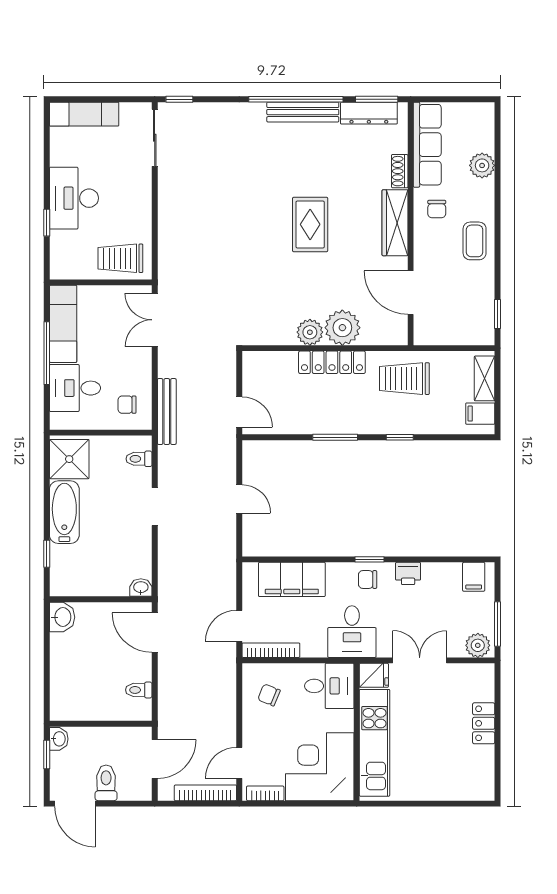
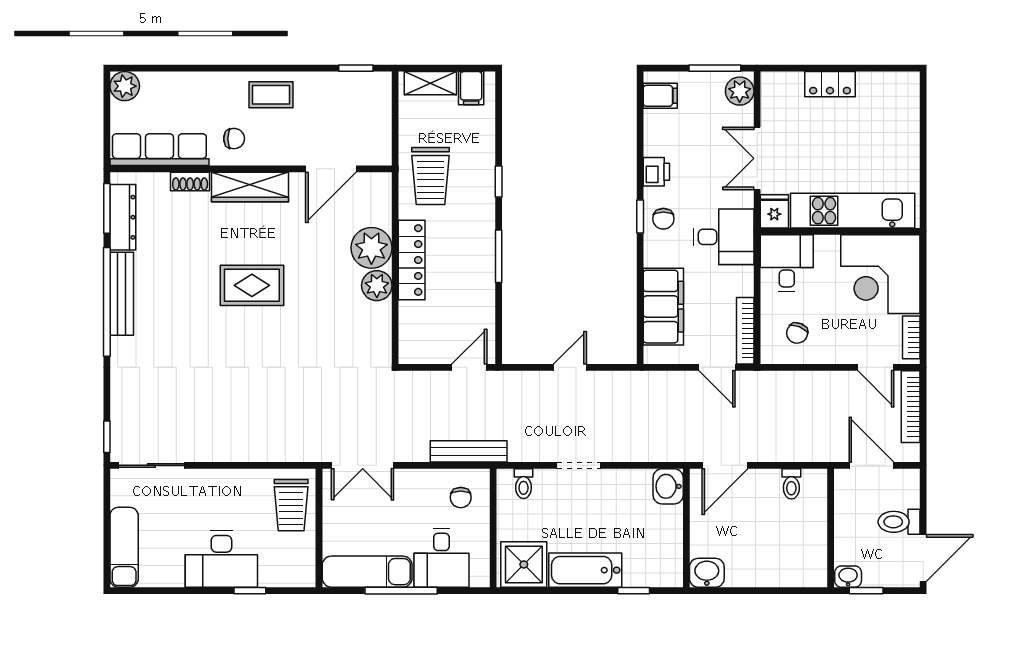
plant: (482, 165) -> (125, 86), moved
washbasin: (141, 588) -> (668, 486), width x1.38, depth x1.45

